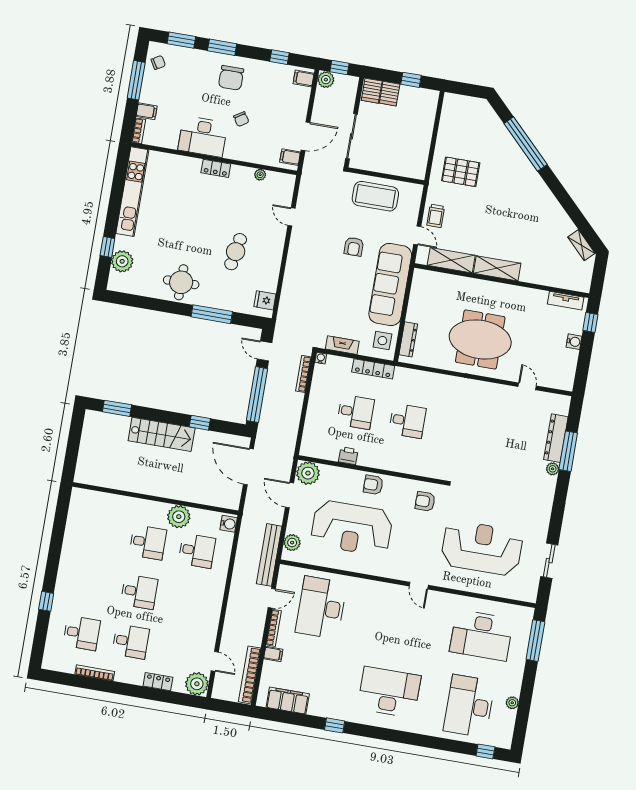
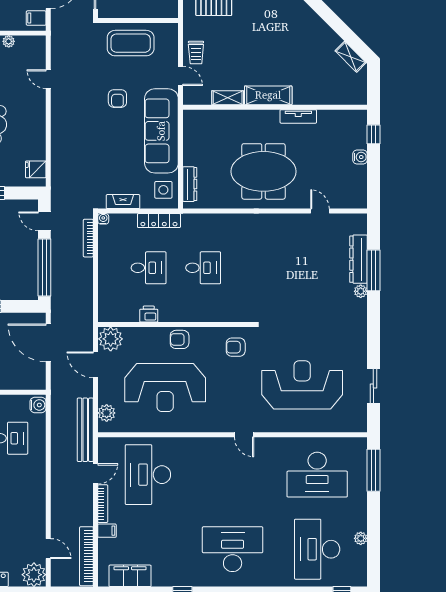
shelving: (451, 260) -> (228, 98), width x0.67, depth x0.75
tv unit: (566, 301) -> (298, 116), moved

